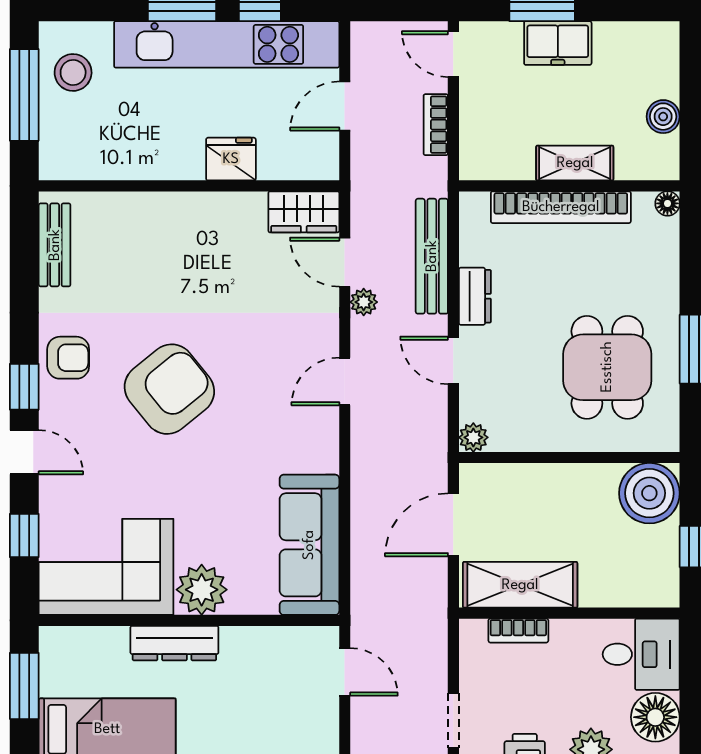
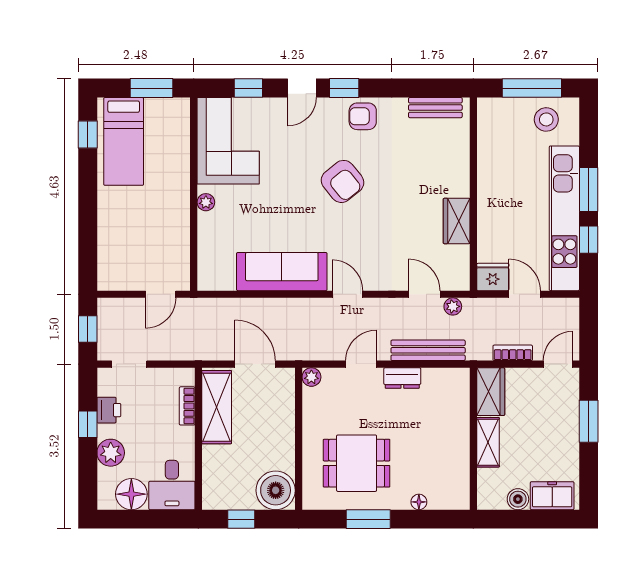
freezer: (558, 43) -> (552, 496), moved, turned 90
fridge: (231, 159) -> (493, 277), moved, turned -90
wardrobe: (496, 159) -> (491, 392), added
floor lamp: (667, 203) -> (419, 502), moved
bookcase: (561, 207) -> (460, 433), removed
wardrobe: (304, 212) -> (457, 221), moved
door: (345, 262) -> (424, 294), hinge flipped
plant: (364, 302) -> (453, 306), moved
armchair: (68, 358) -> (363, 116), turned 90
armchair: (169, 389) -> (343, 181), width x0.73, depth x0.73
sofa: (309, 545) -> (282, 272), moved
plant: (202, 590) -> (206, 202), width x0.53, depth x0.53
dresser: (174, 643) -> (179, 185), removed

